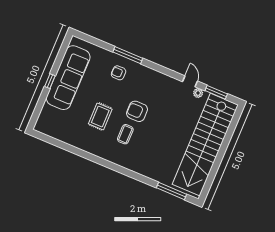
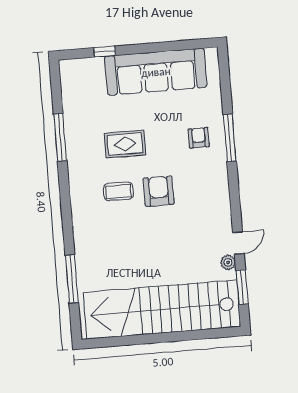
window: (50, 81) -> (105, 52), moved
window: (77, 151) -> (60, 137), added
window: (172, 191) -> (72, 279), moved

